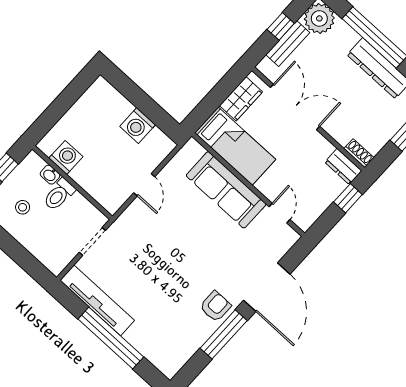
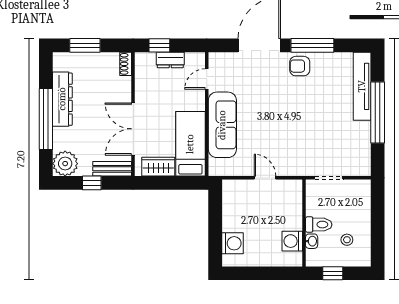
bench: (288, 44) -> (112, 169), moved
washing machine: (138, 125) -> (232, 243), moved
dresser: (343, 167) -> (170, 60), moved, turned 90
door: (144, 185) -> (265, 178), hinge flipped
tv unit: (97, 300) -> (362, 86), moved

